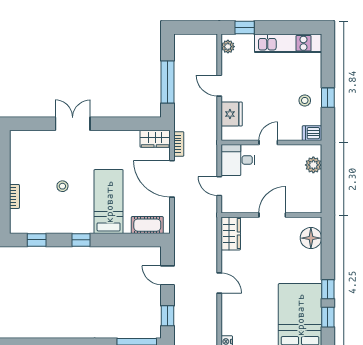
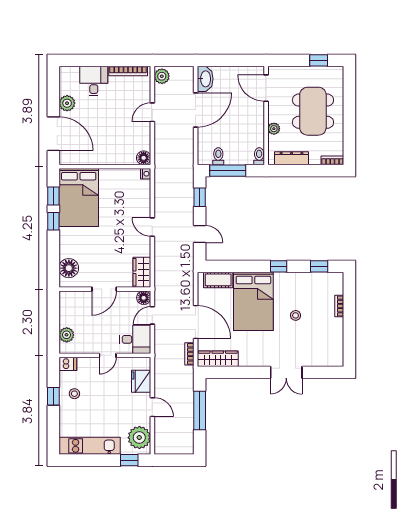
plant: (228, 47) -> (139, 438), width x1.87, depth x1.87
wardrobe: (155, 139) -> (218, 359), width x1.50
door: (219, 186) -> (152, 315), swing flipped
bed: (109, 202) -> (253, 301), width x1.50
floor lamp: (229, 206) -> (144, 298), added

